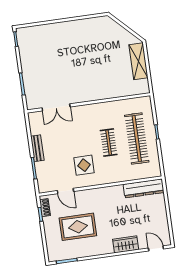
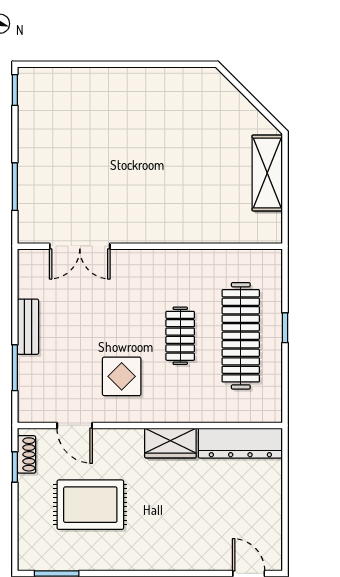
wardrobe: (126, 244) -> (170, 443), moved, turned 180

